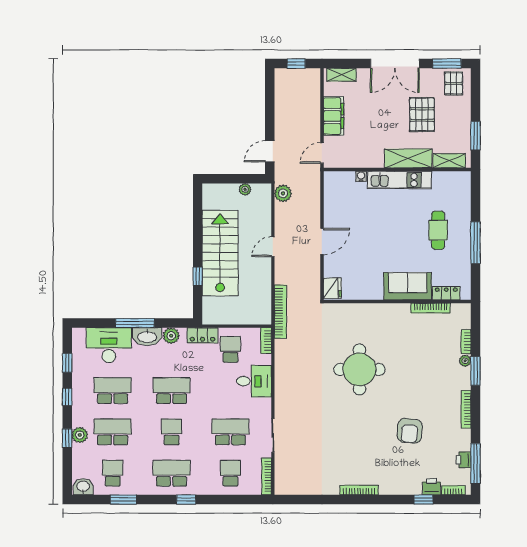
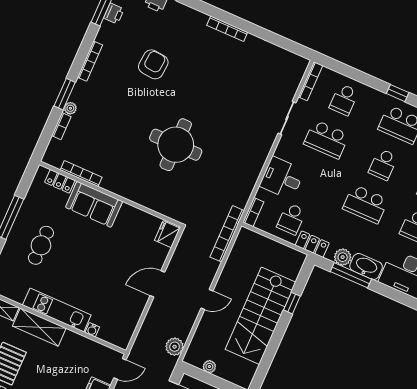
window: (135, 323) -> (351, 275), moved

